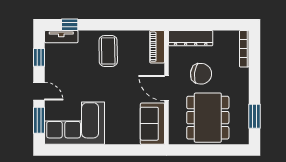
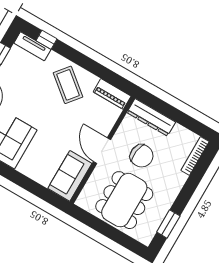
piano: (157, 47) -> (112, 94), moved, turned -90
coffee table: (108, 51) -> (68, 85), turned -50

